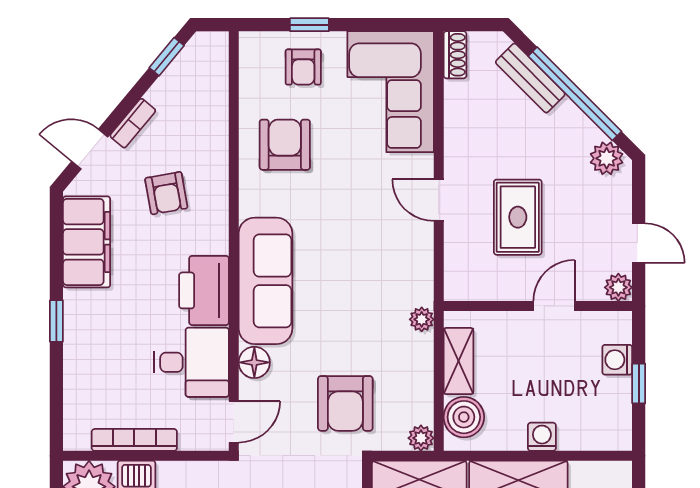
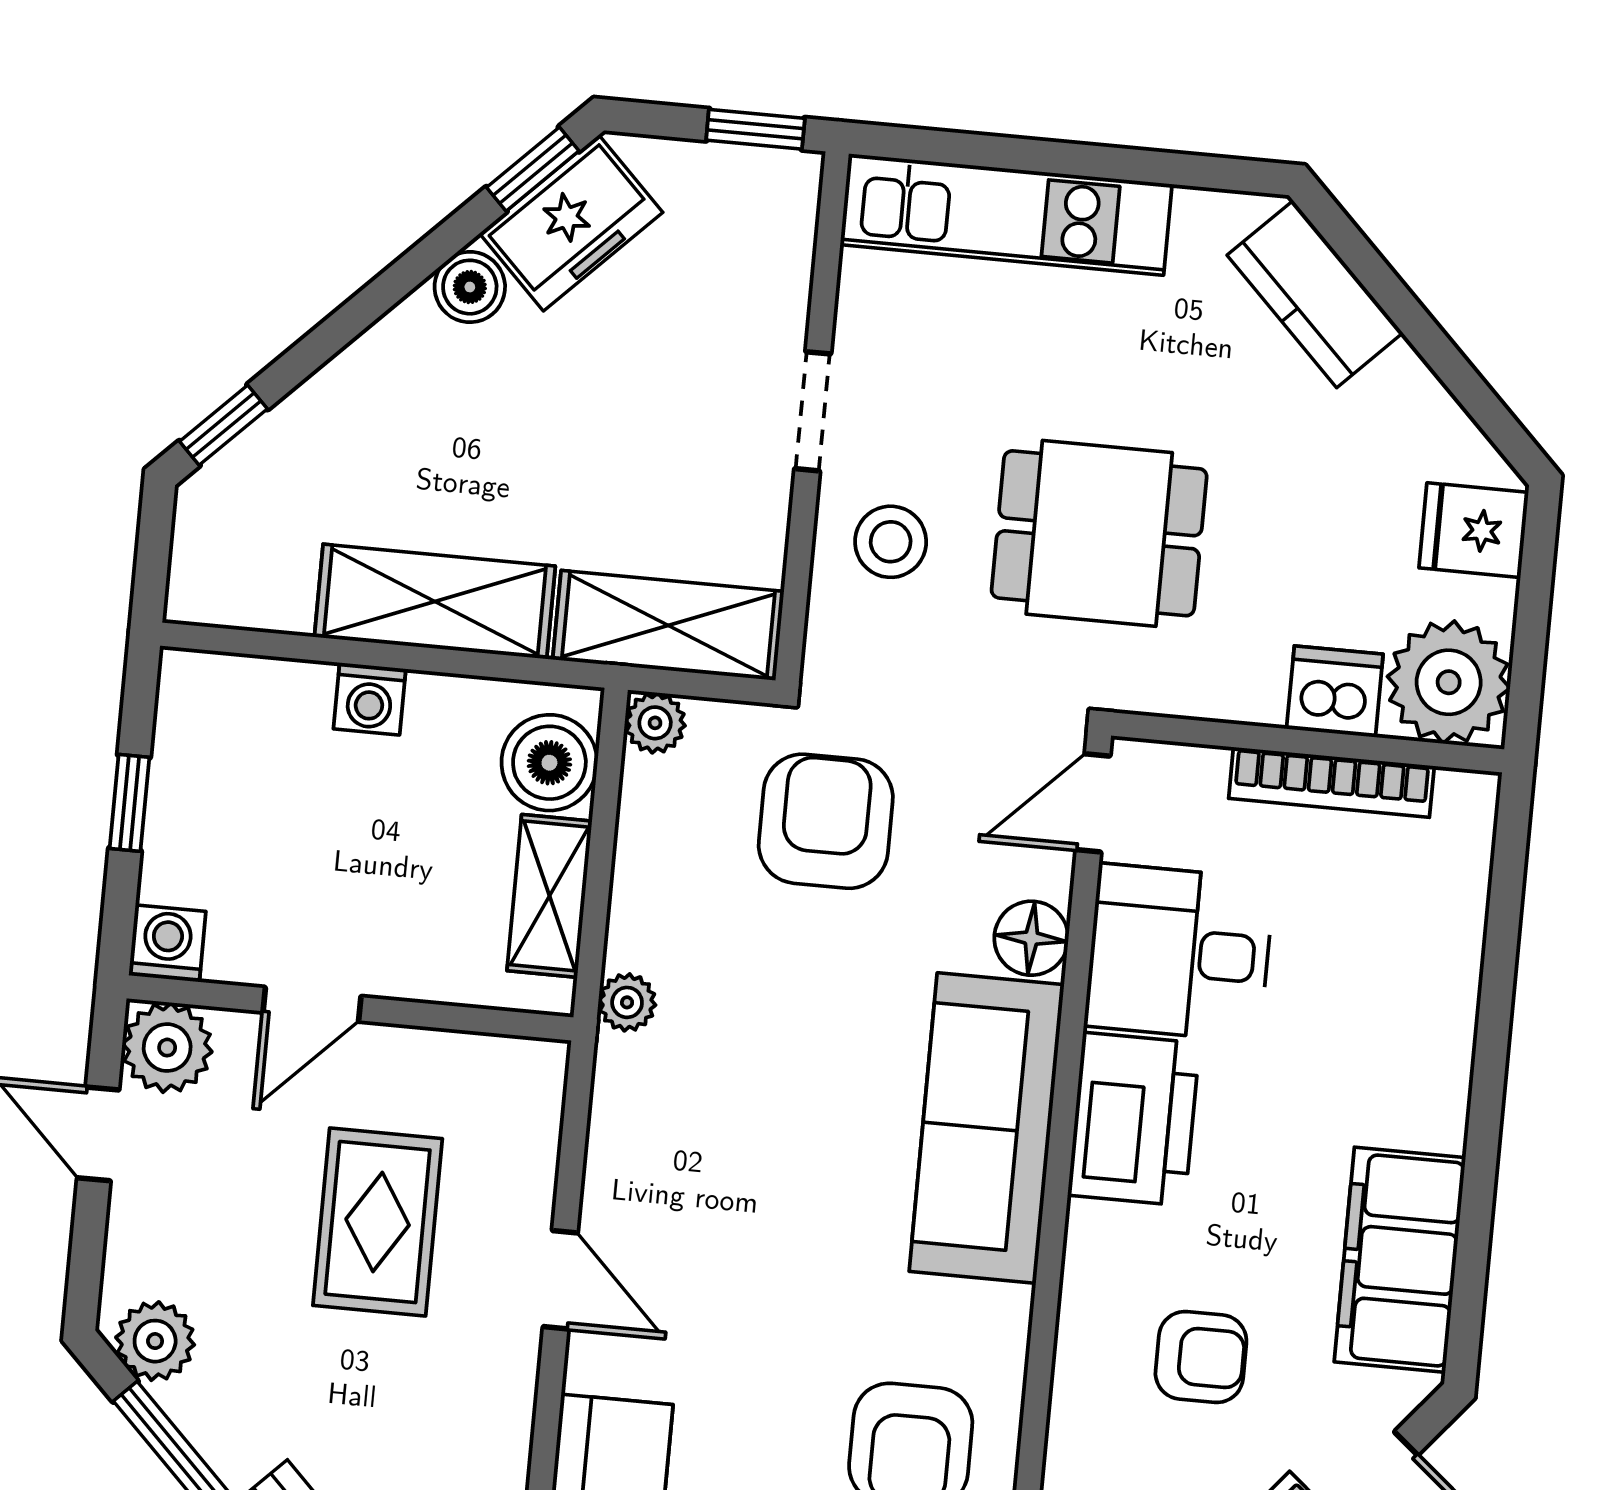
armchair: (166, 193) -> (1201, 1357), turned 100
plant: (618, 287) -> (167, 1048), width x1.38, depth x1.38
window: (56, 321) -> (1488, 1080), removed
washing machine: (617, 360) -> (167, 943), moved, turned -90

